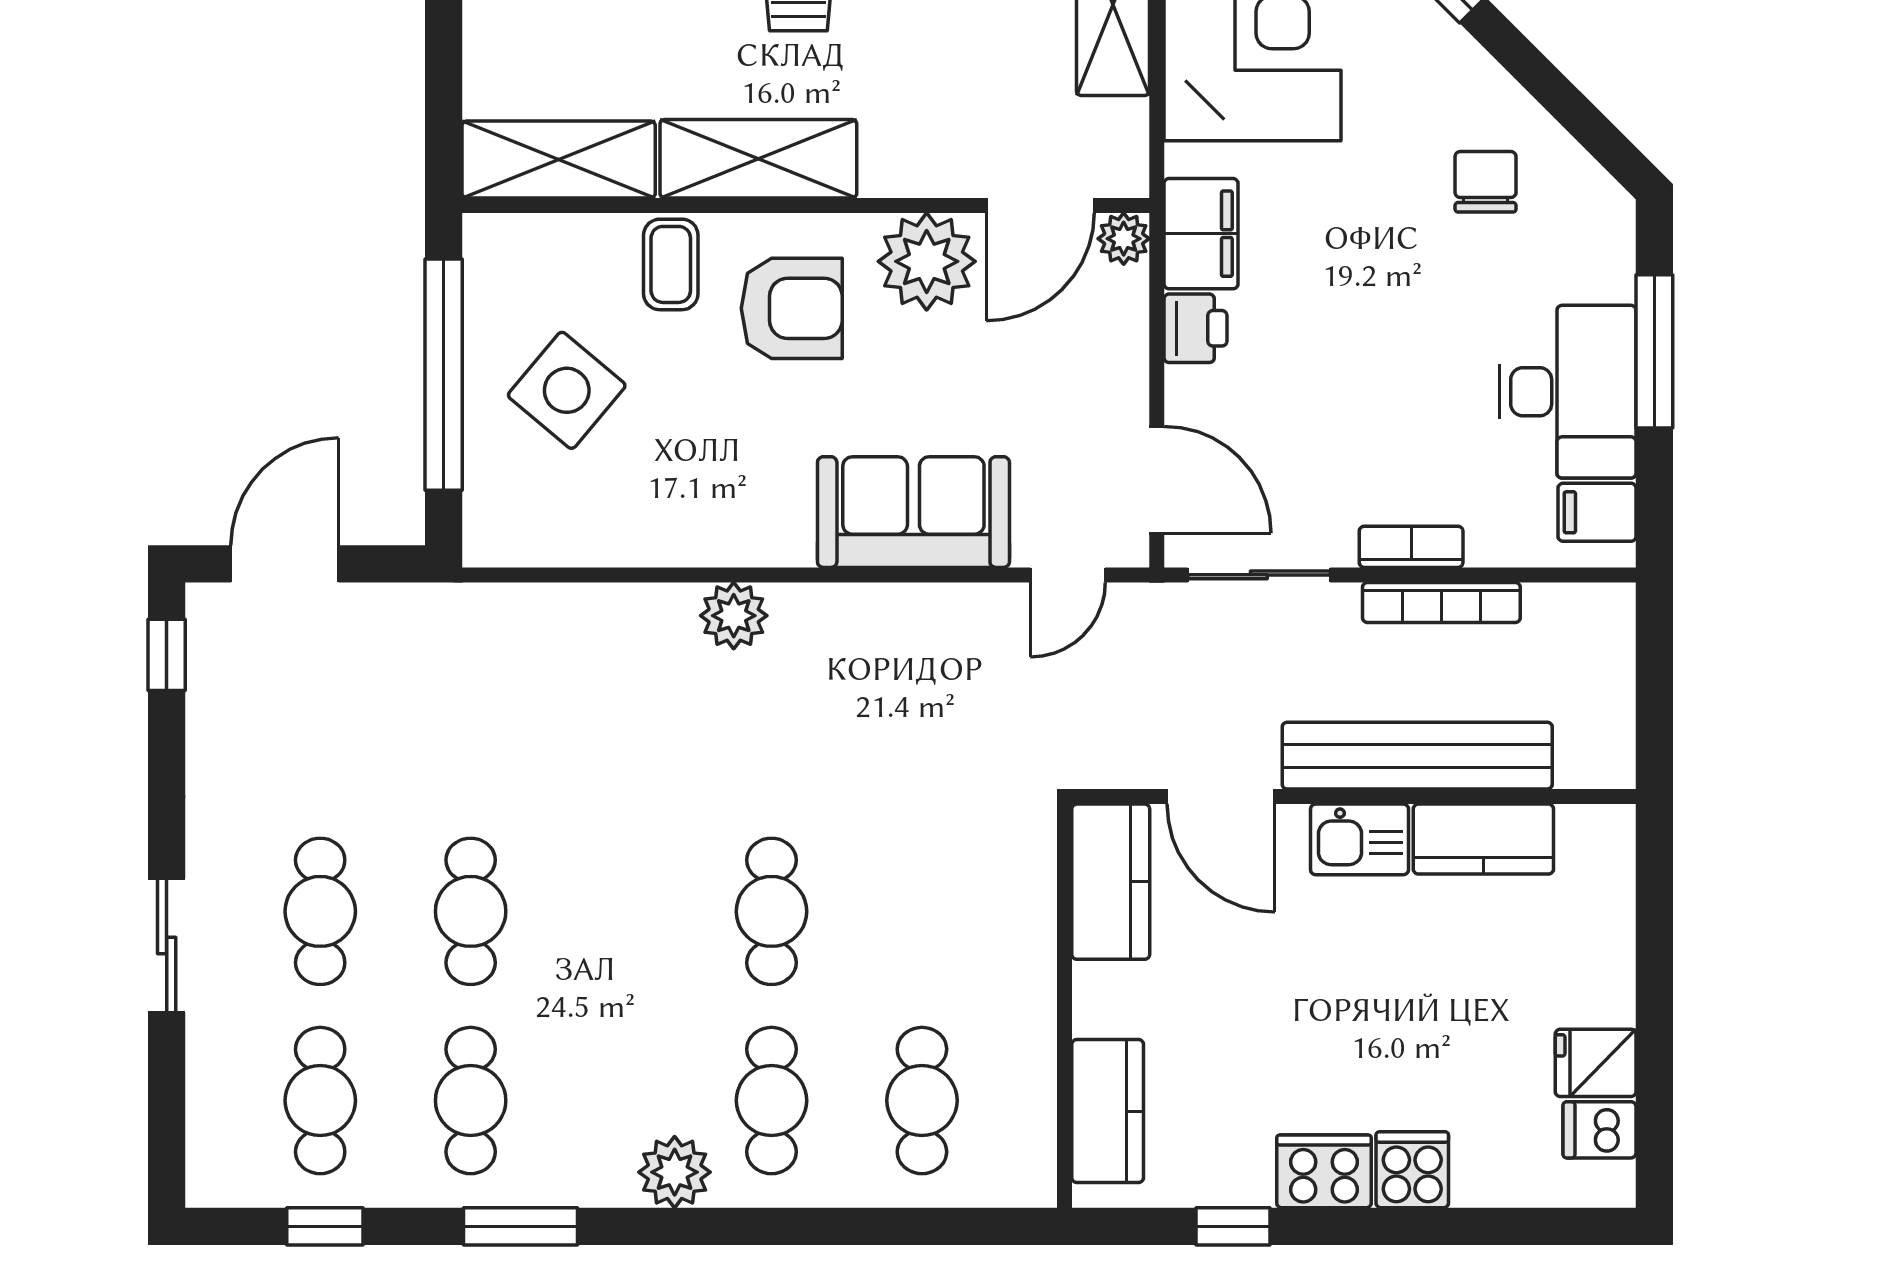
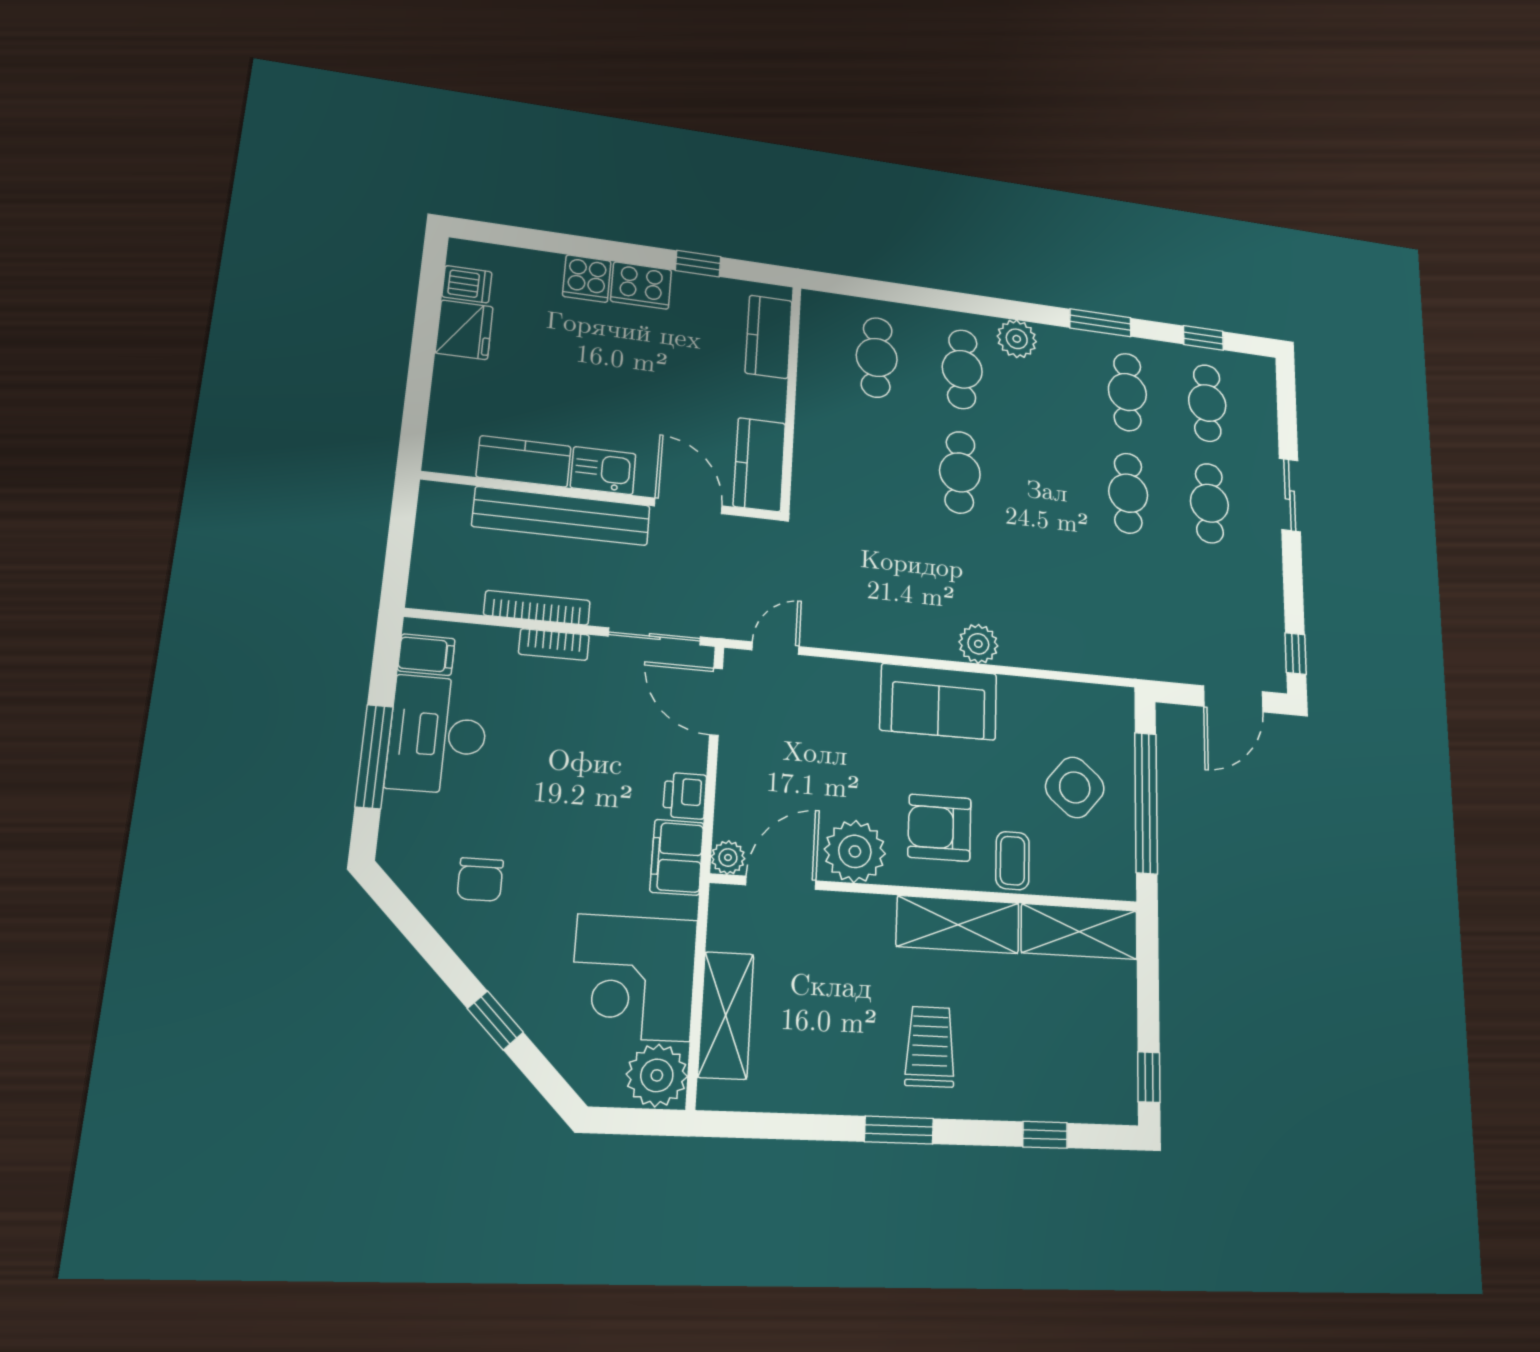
sofa: (913, 512) -> (939, 702), moved
fridge: (1596, 1063) -> (464, 330), width x1.38

